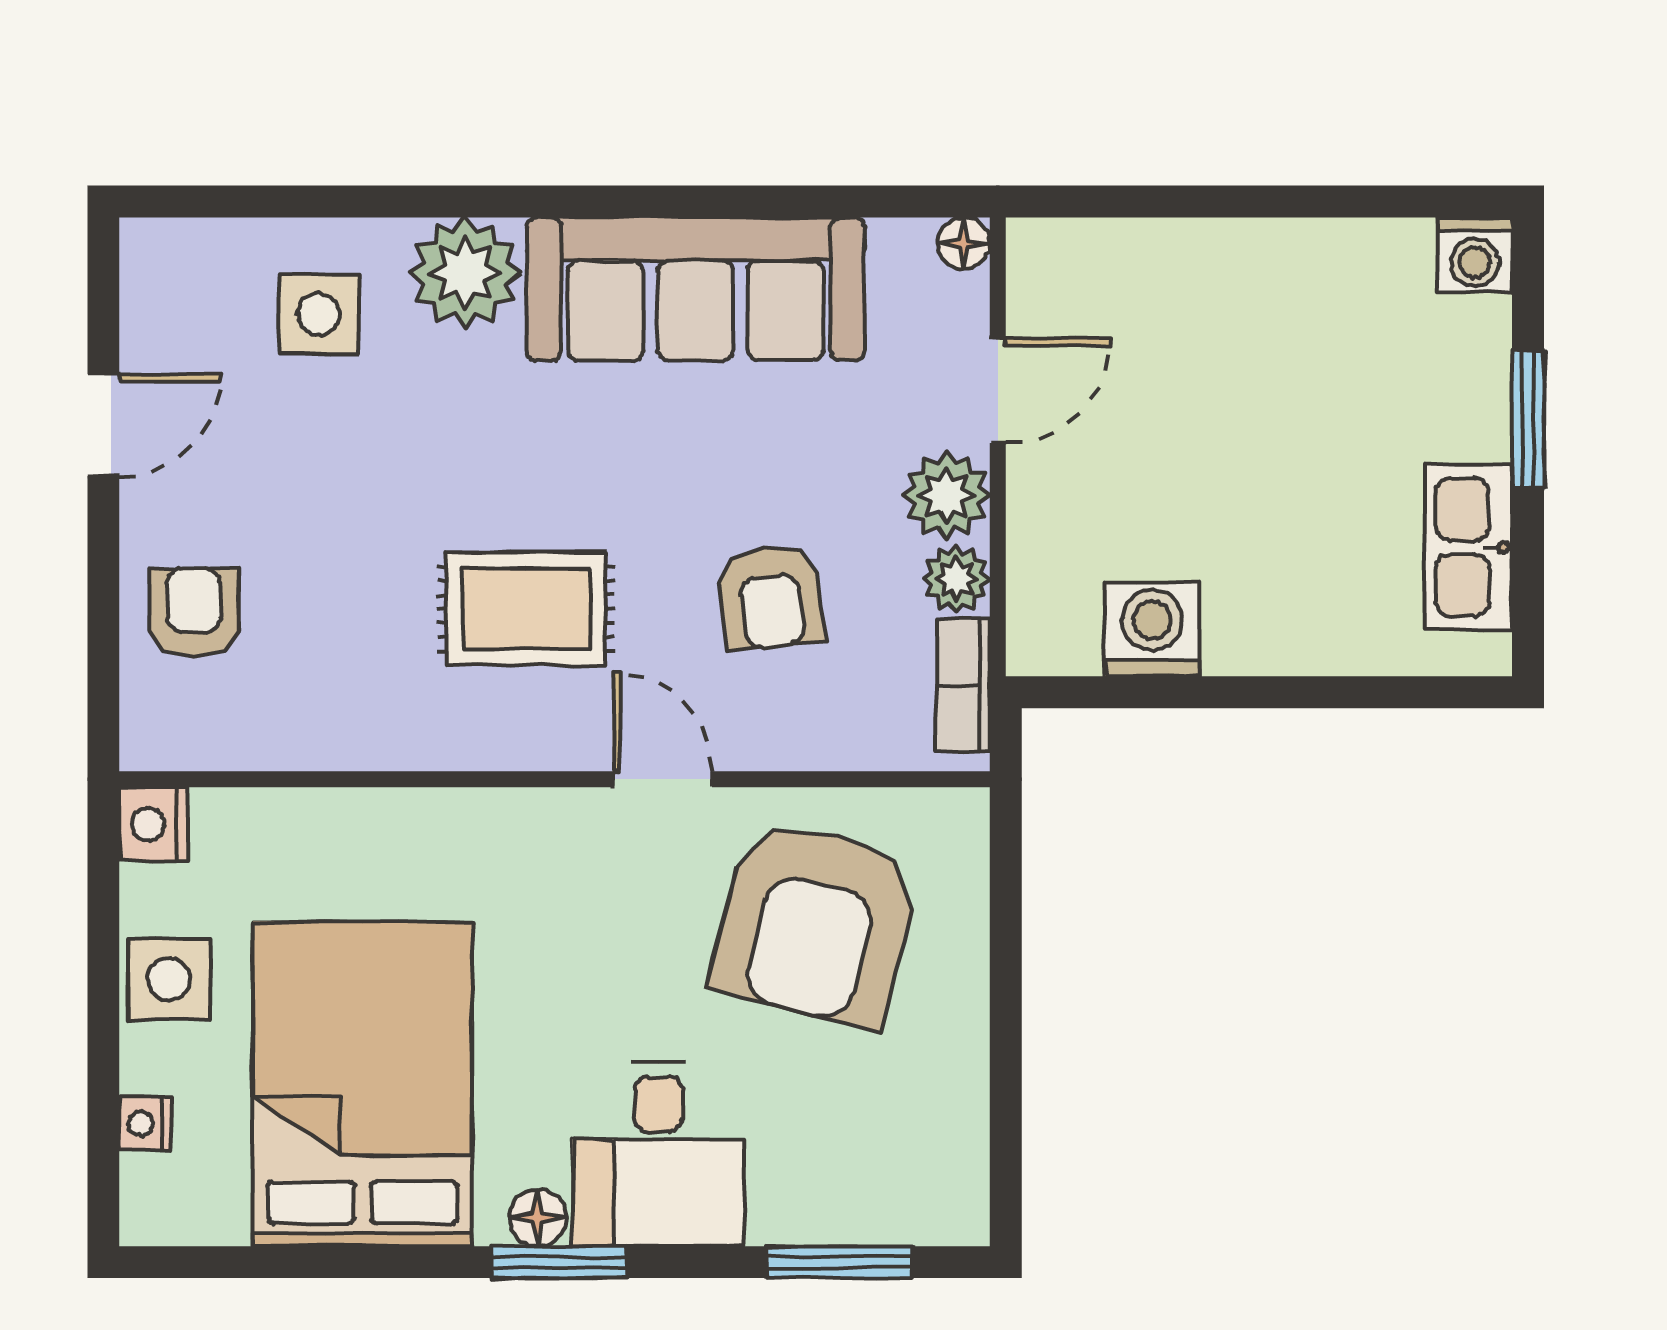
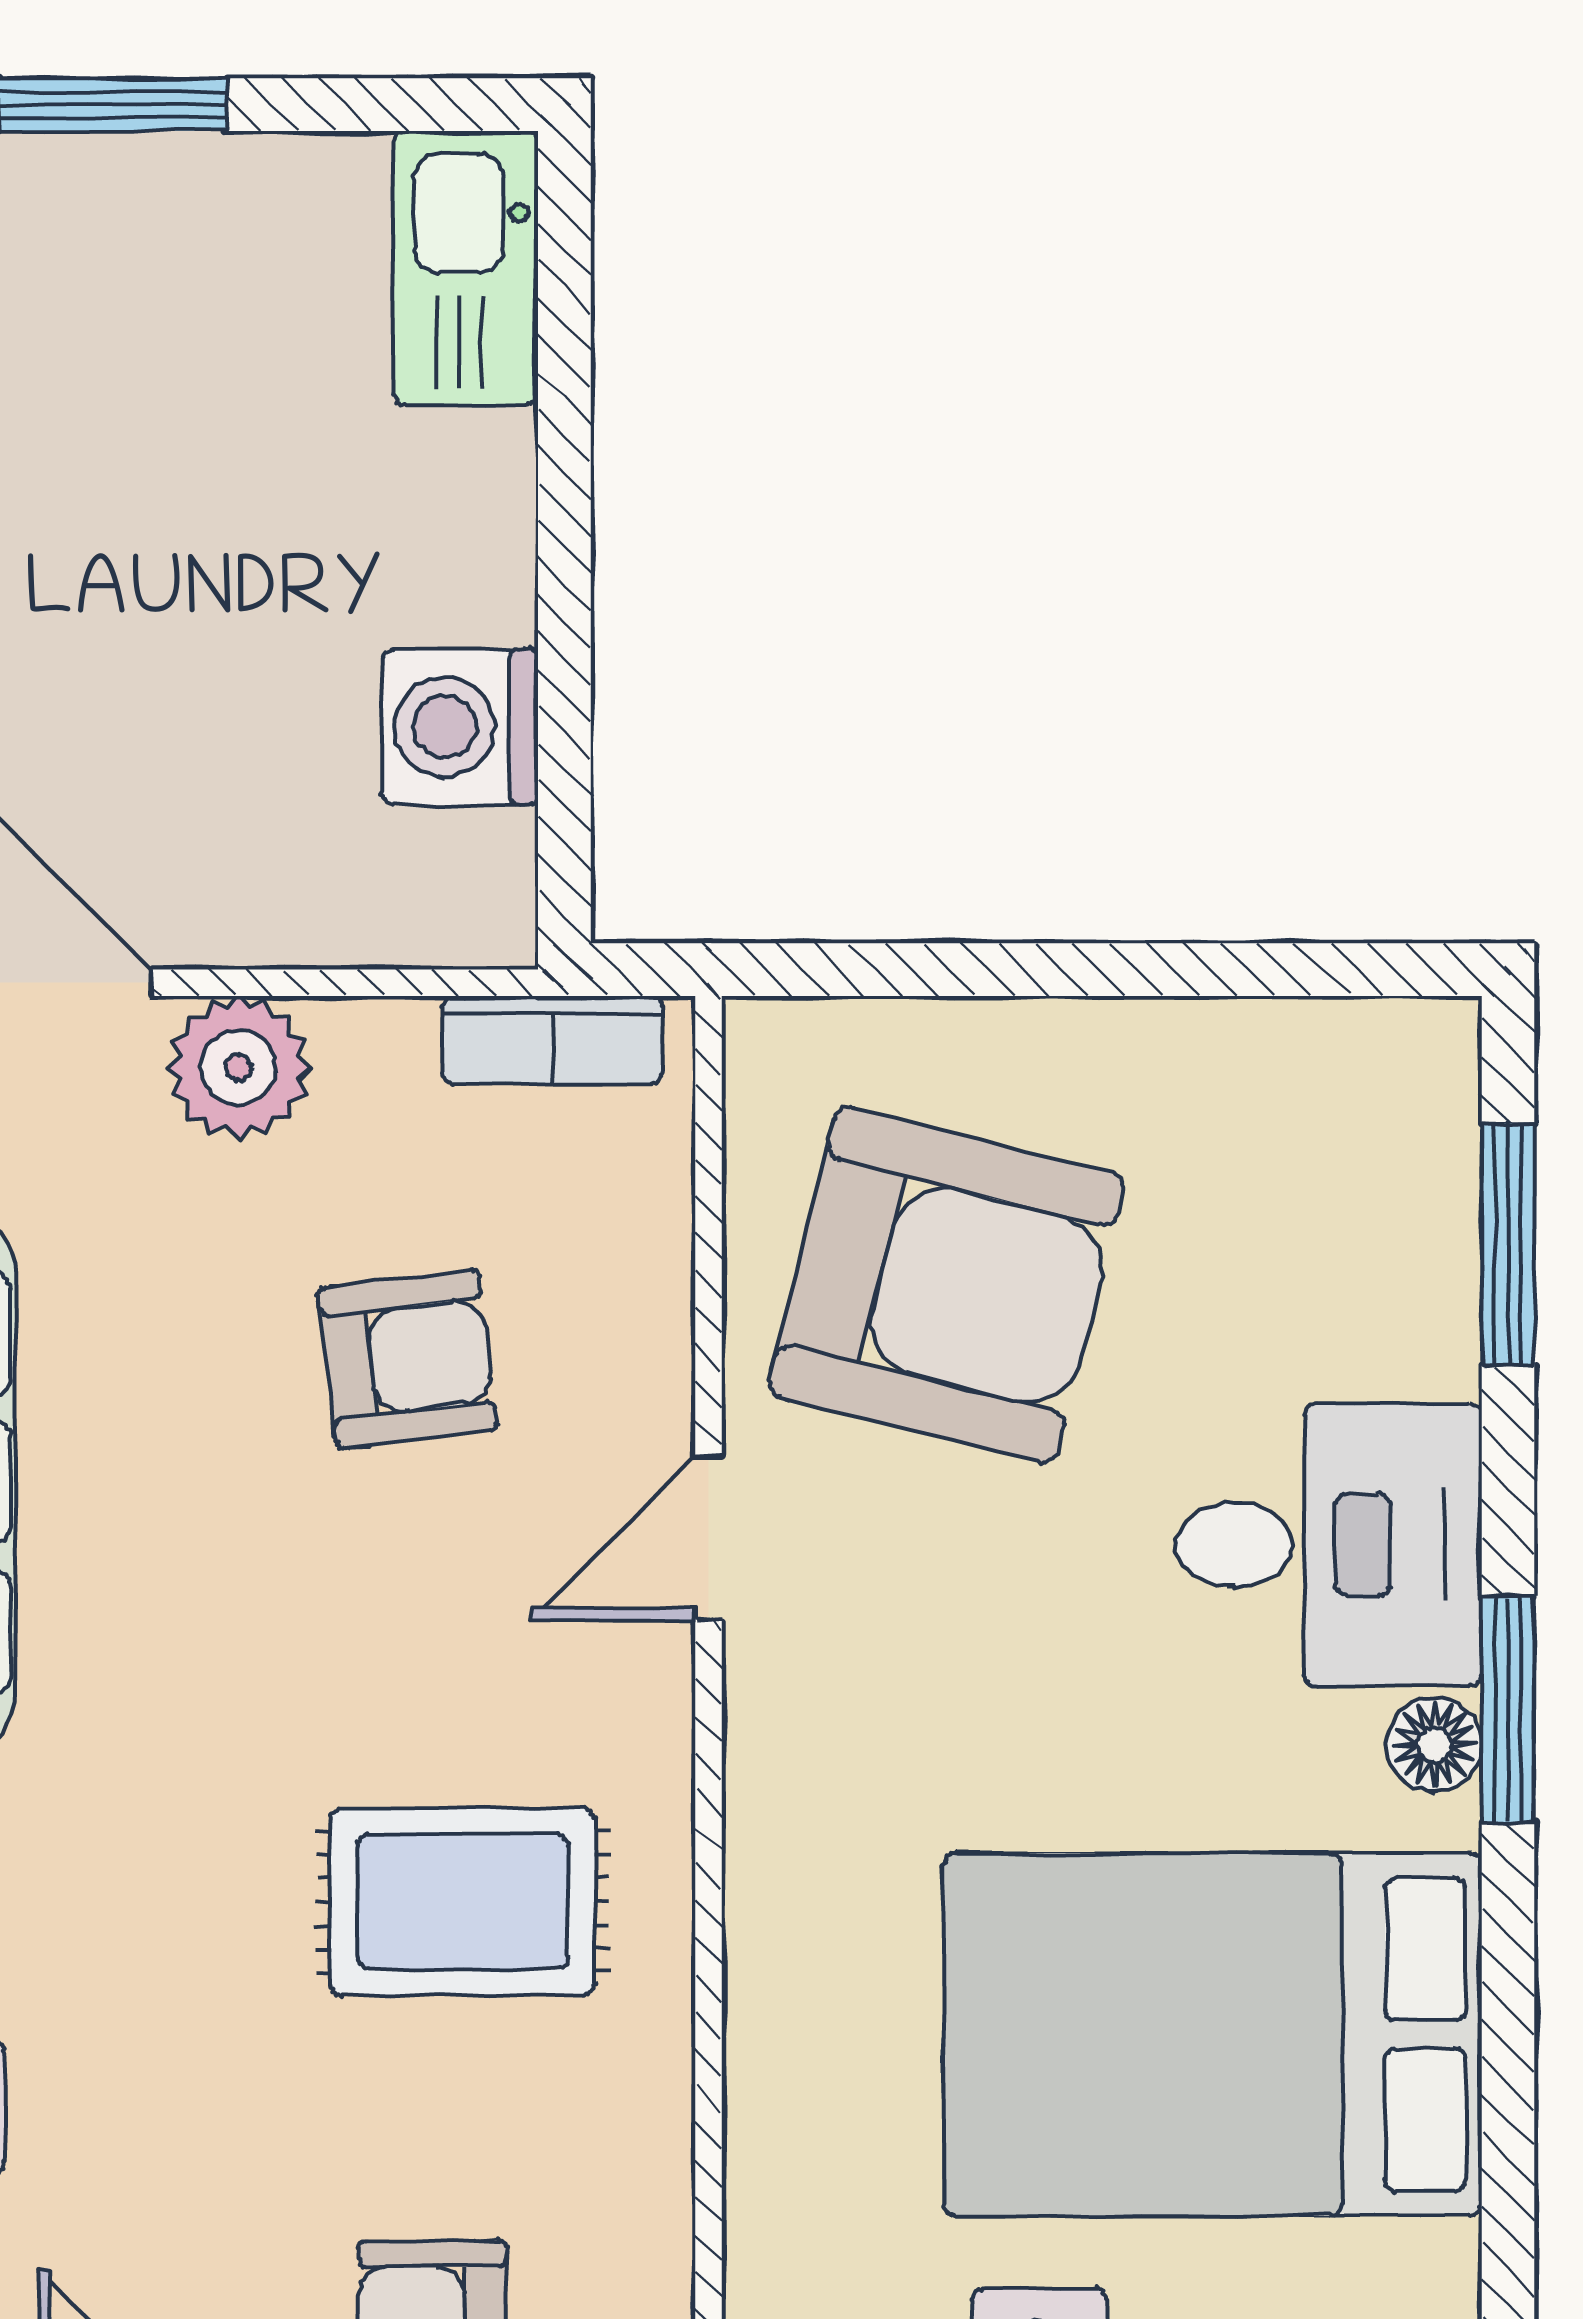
kitchen sink: (1469, 547) -> (466, 268), moved, turned 90
plant: (956, 579) -> (376, 1051), removed
rug: (526, 609) -> (463, 1902), moved, turned 90

